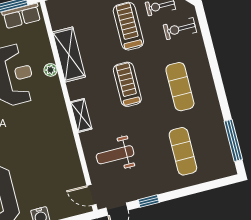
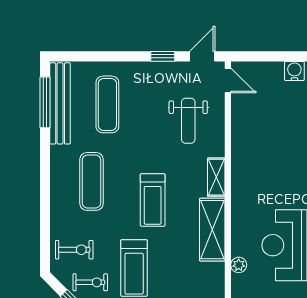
shelving: (69, 54) -> (212, 230), moved
plant: (50, 70) -> (239, 265), moved
bench: (221, 143) -> (60, 103), added
weight bench: (115, 155) -> (188, 121), turned 90

